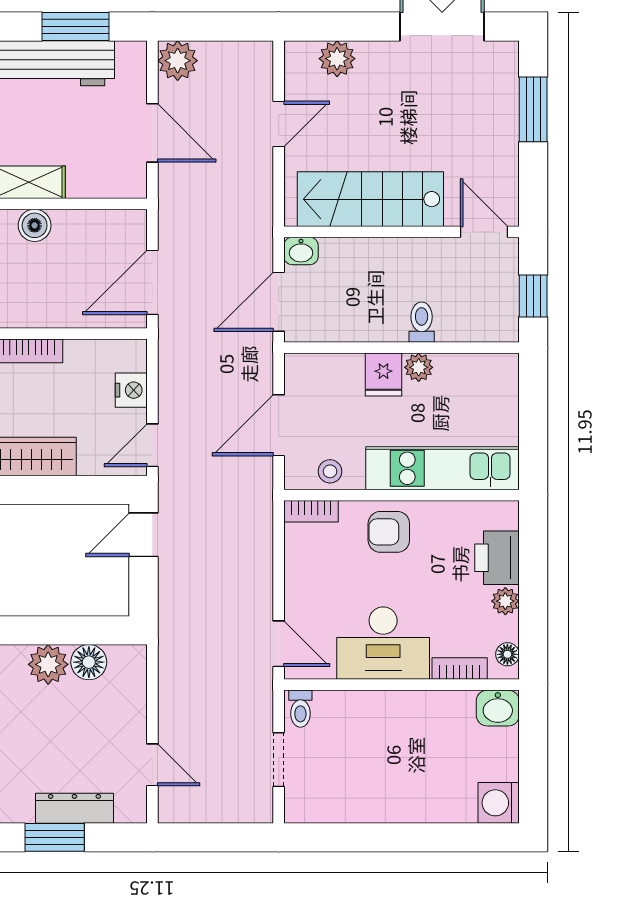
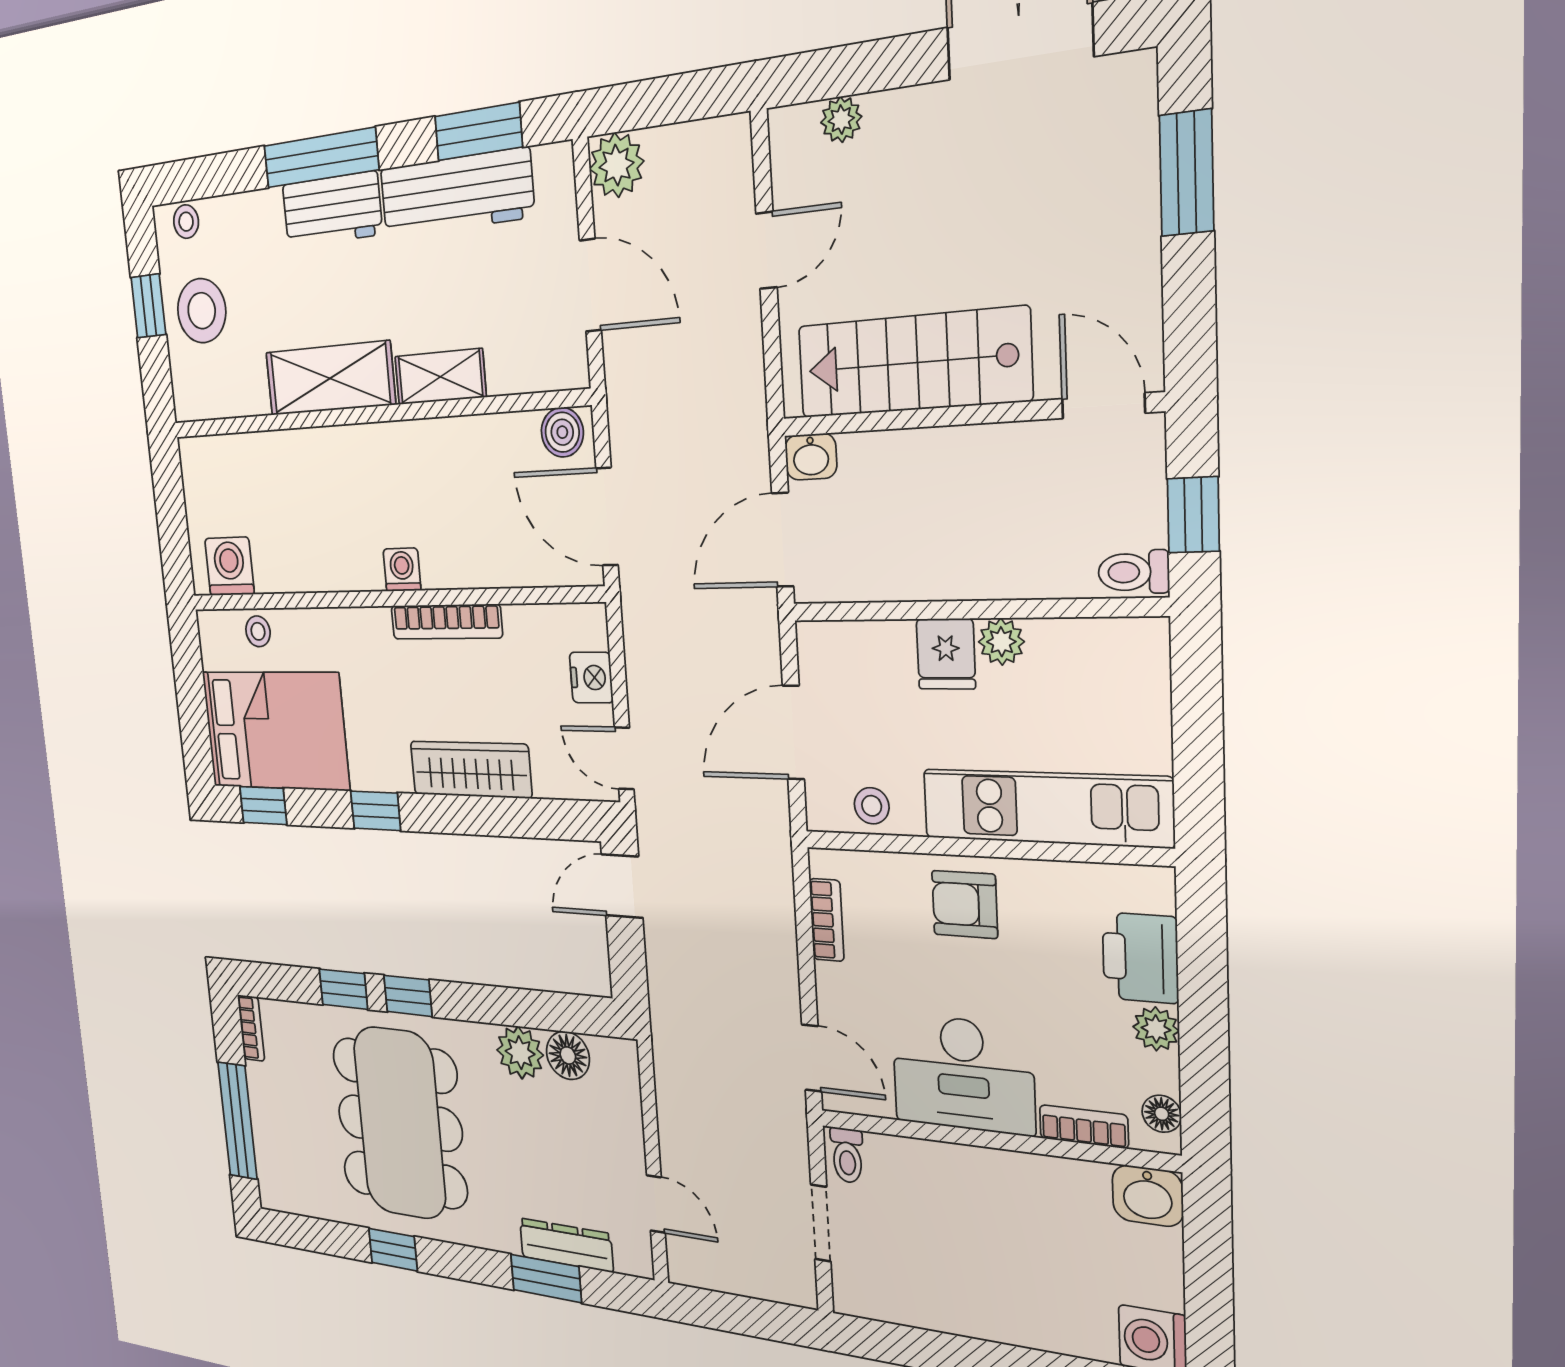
plant: (337, 59) -> (841, 120), width x0.73, depth x0.73
boiler: (35, 225) -> (562, 432), moved
door: (152, 282) -> (607, 517), hinge flipped
toilet: (422, 322) -> (1134, 572), moved, turned -90
door: (152, 445) -> (624, 758), hinge flipped
bookcase: (311, 511) -> (827, 920), moved, turned -90

